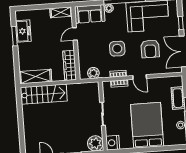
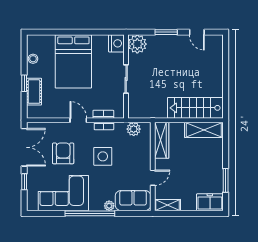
freezer: (23, 31) -> (210, 202), moved, turned 90

